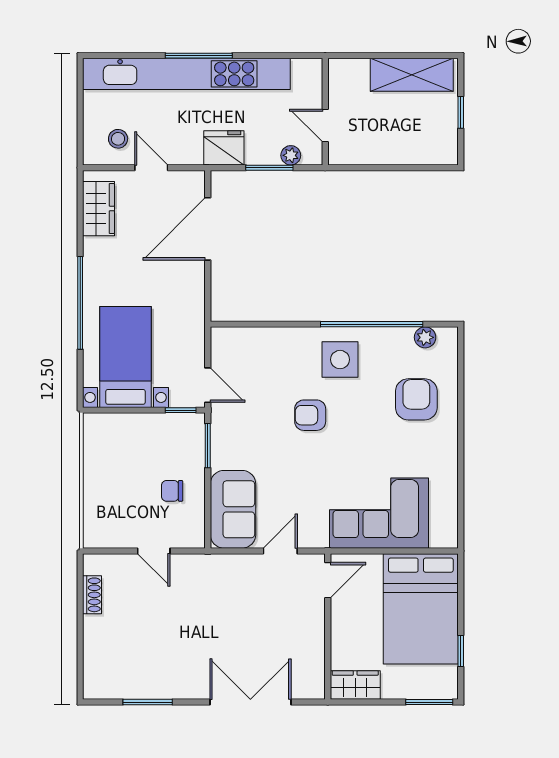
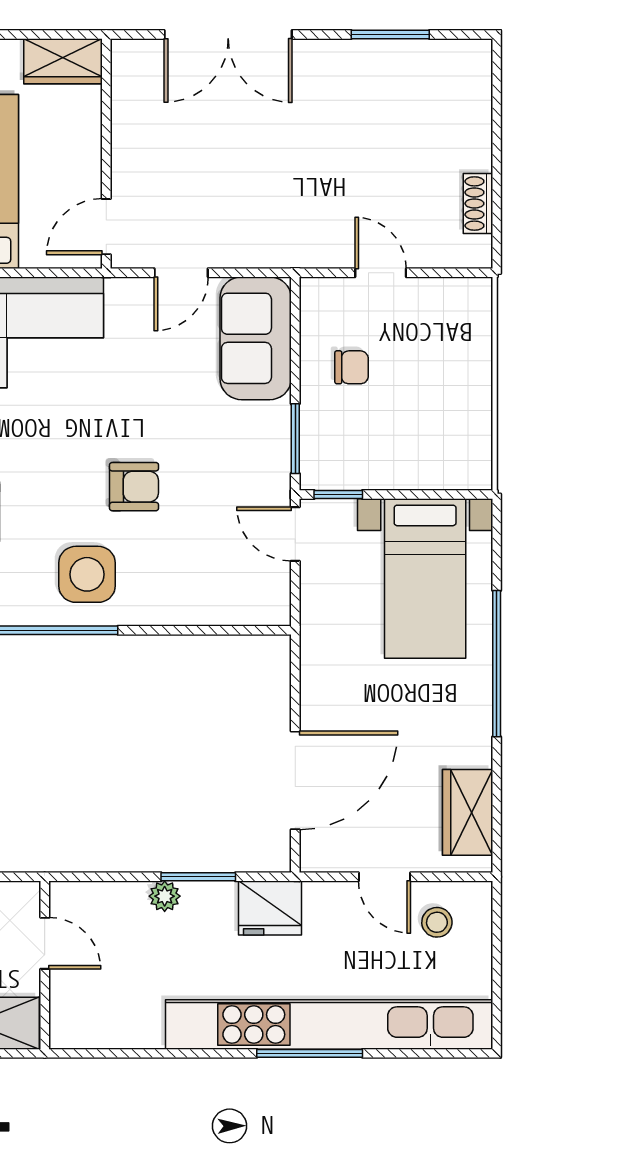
wall: (325, 112) -> (45, 965), moved
door: (325, 125) -> (45, 943), moved

